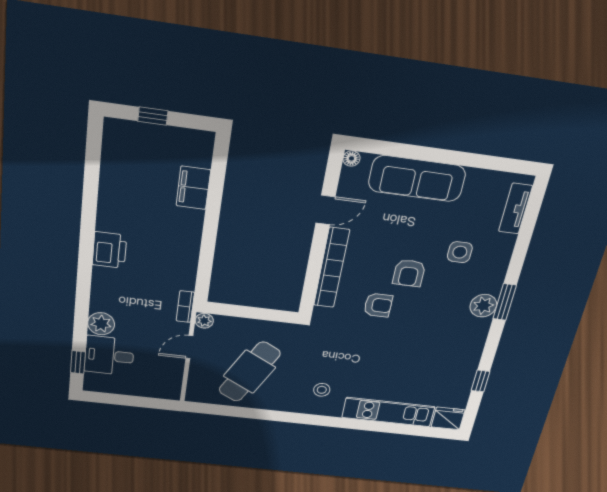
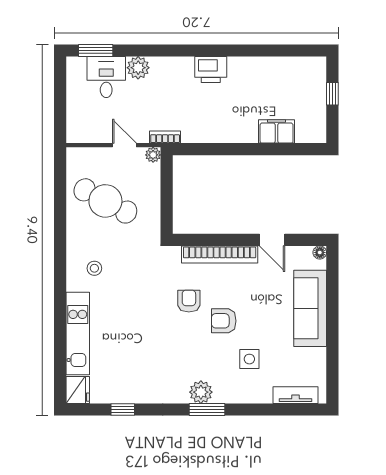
armchair: (378, 305) -> (189, 301), turned 180
window: (78, 362) -> (96, 51), width x1.50

